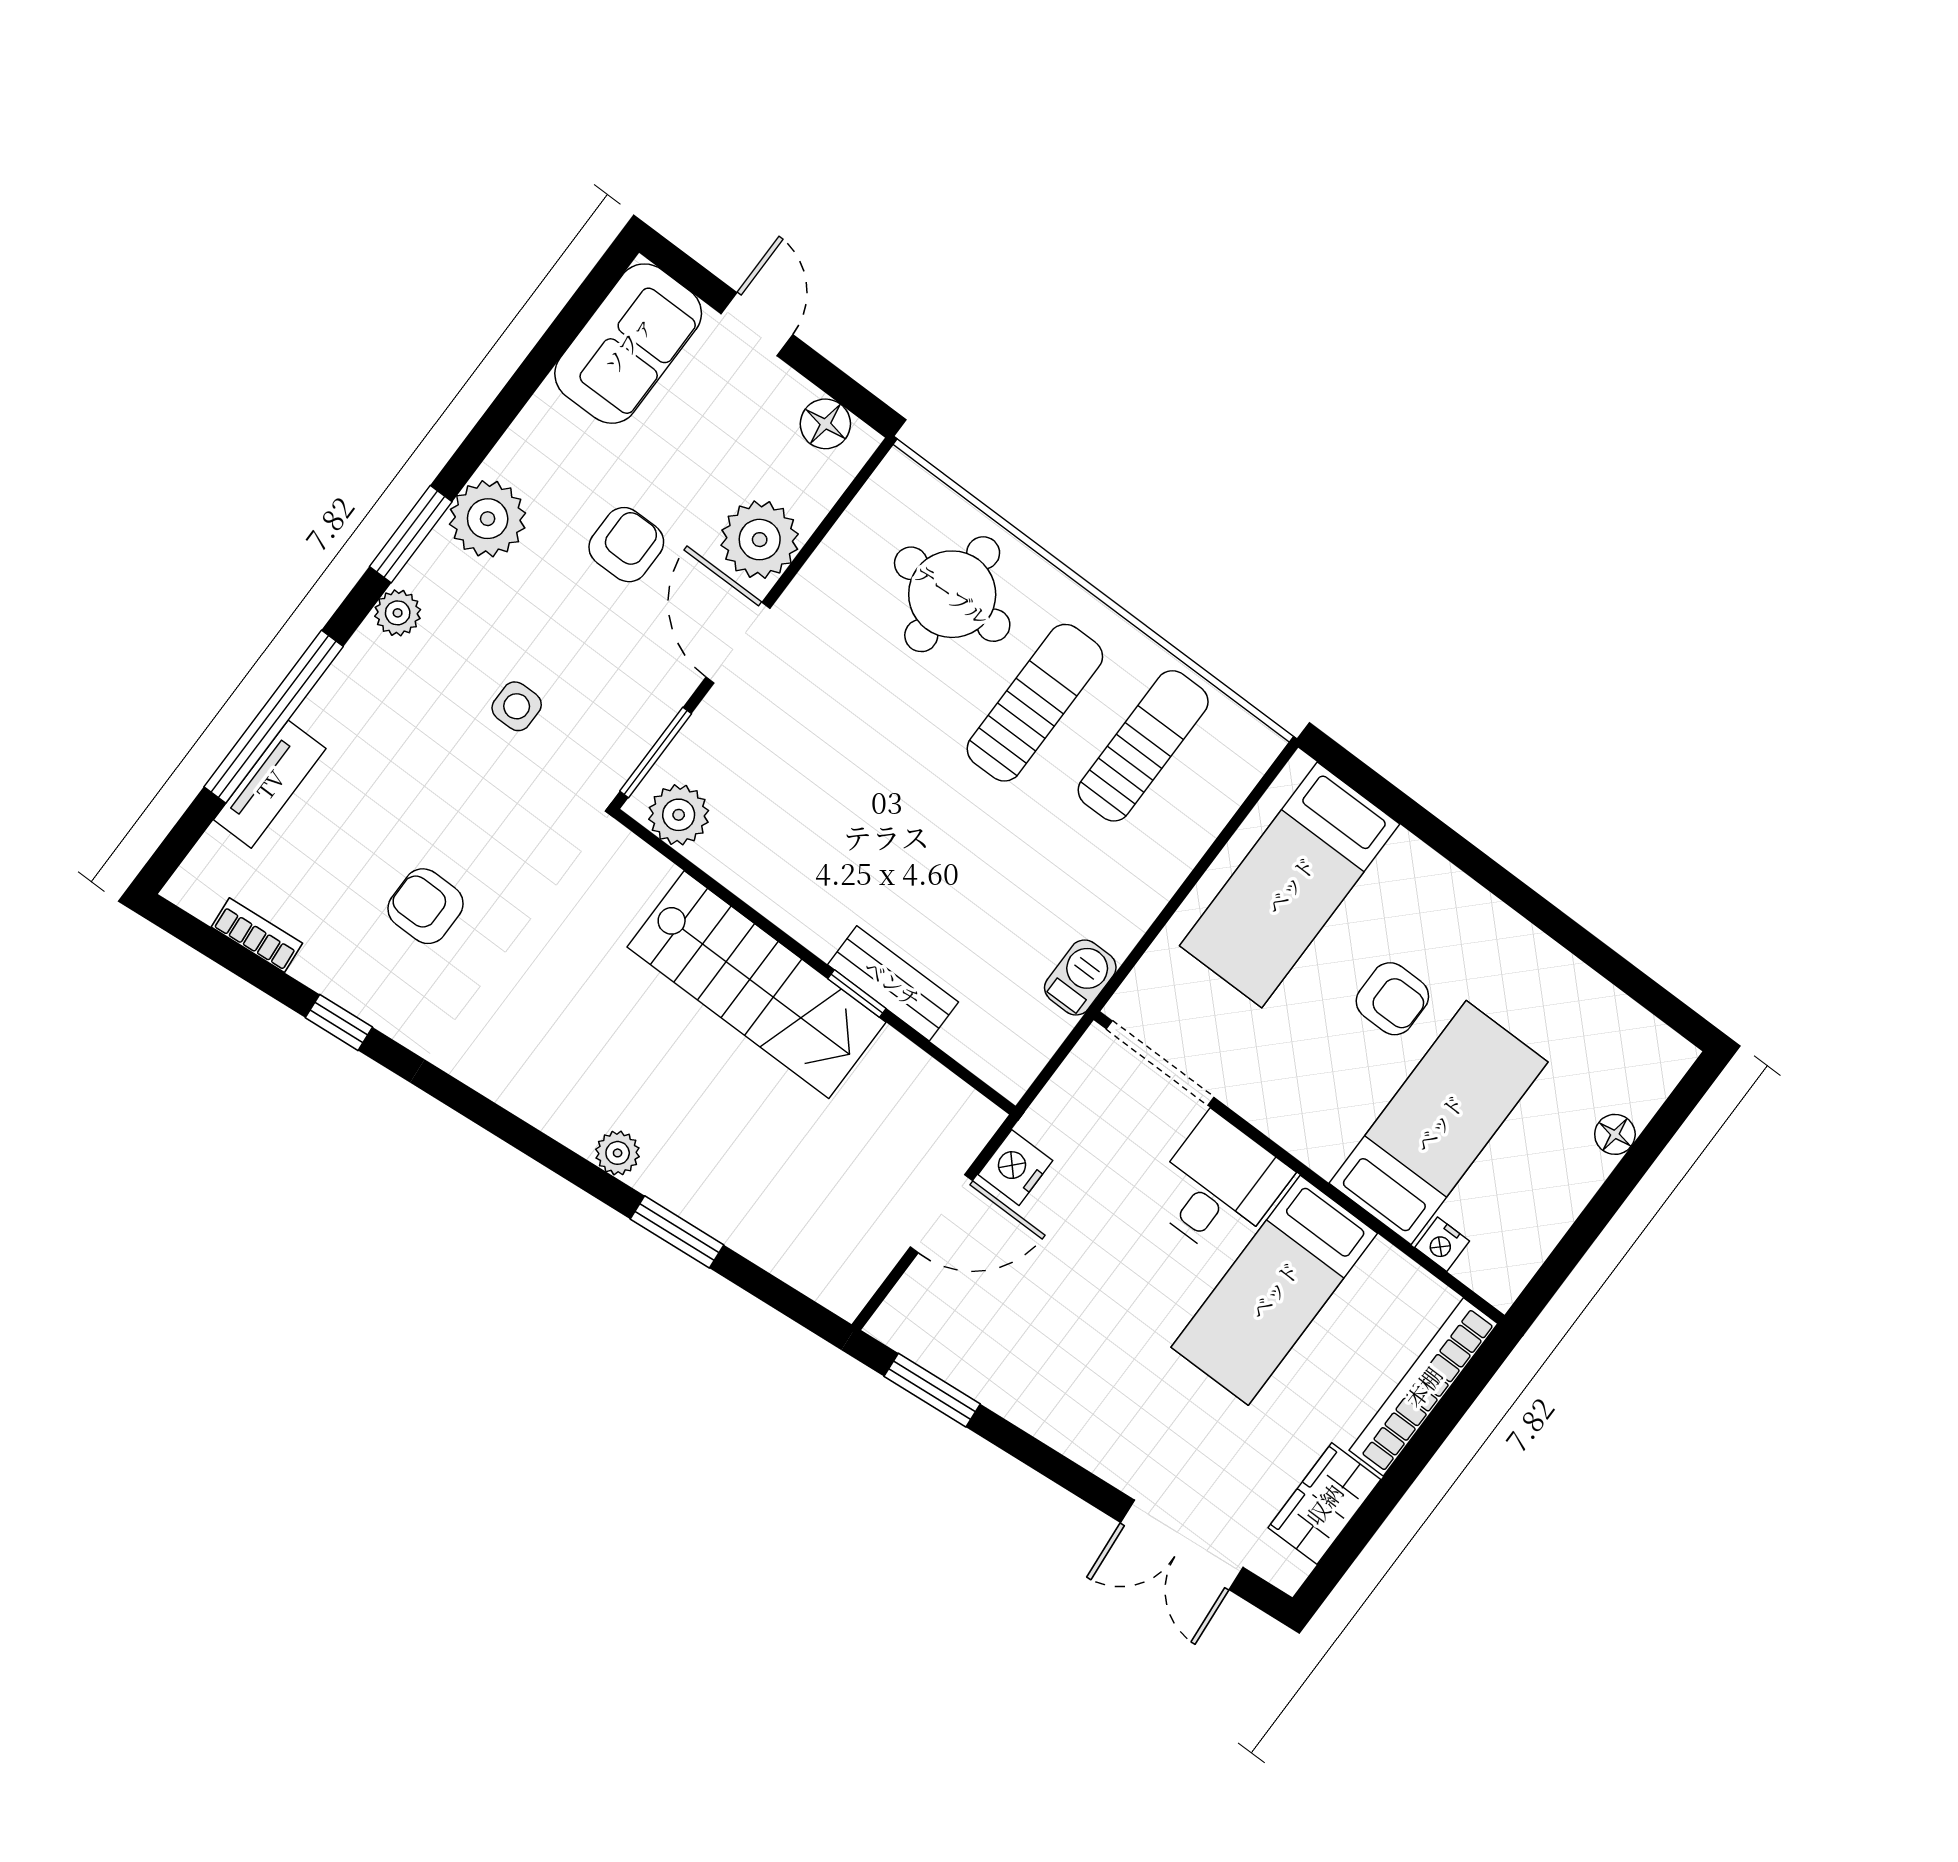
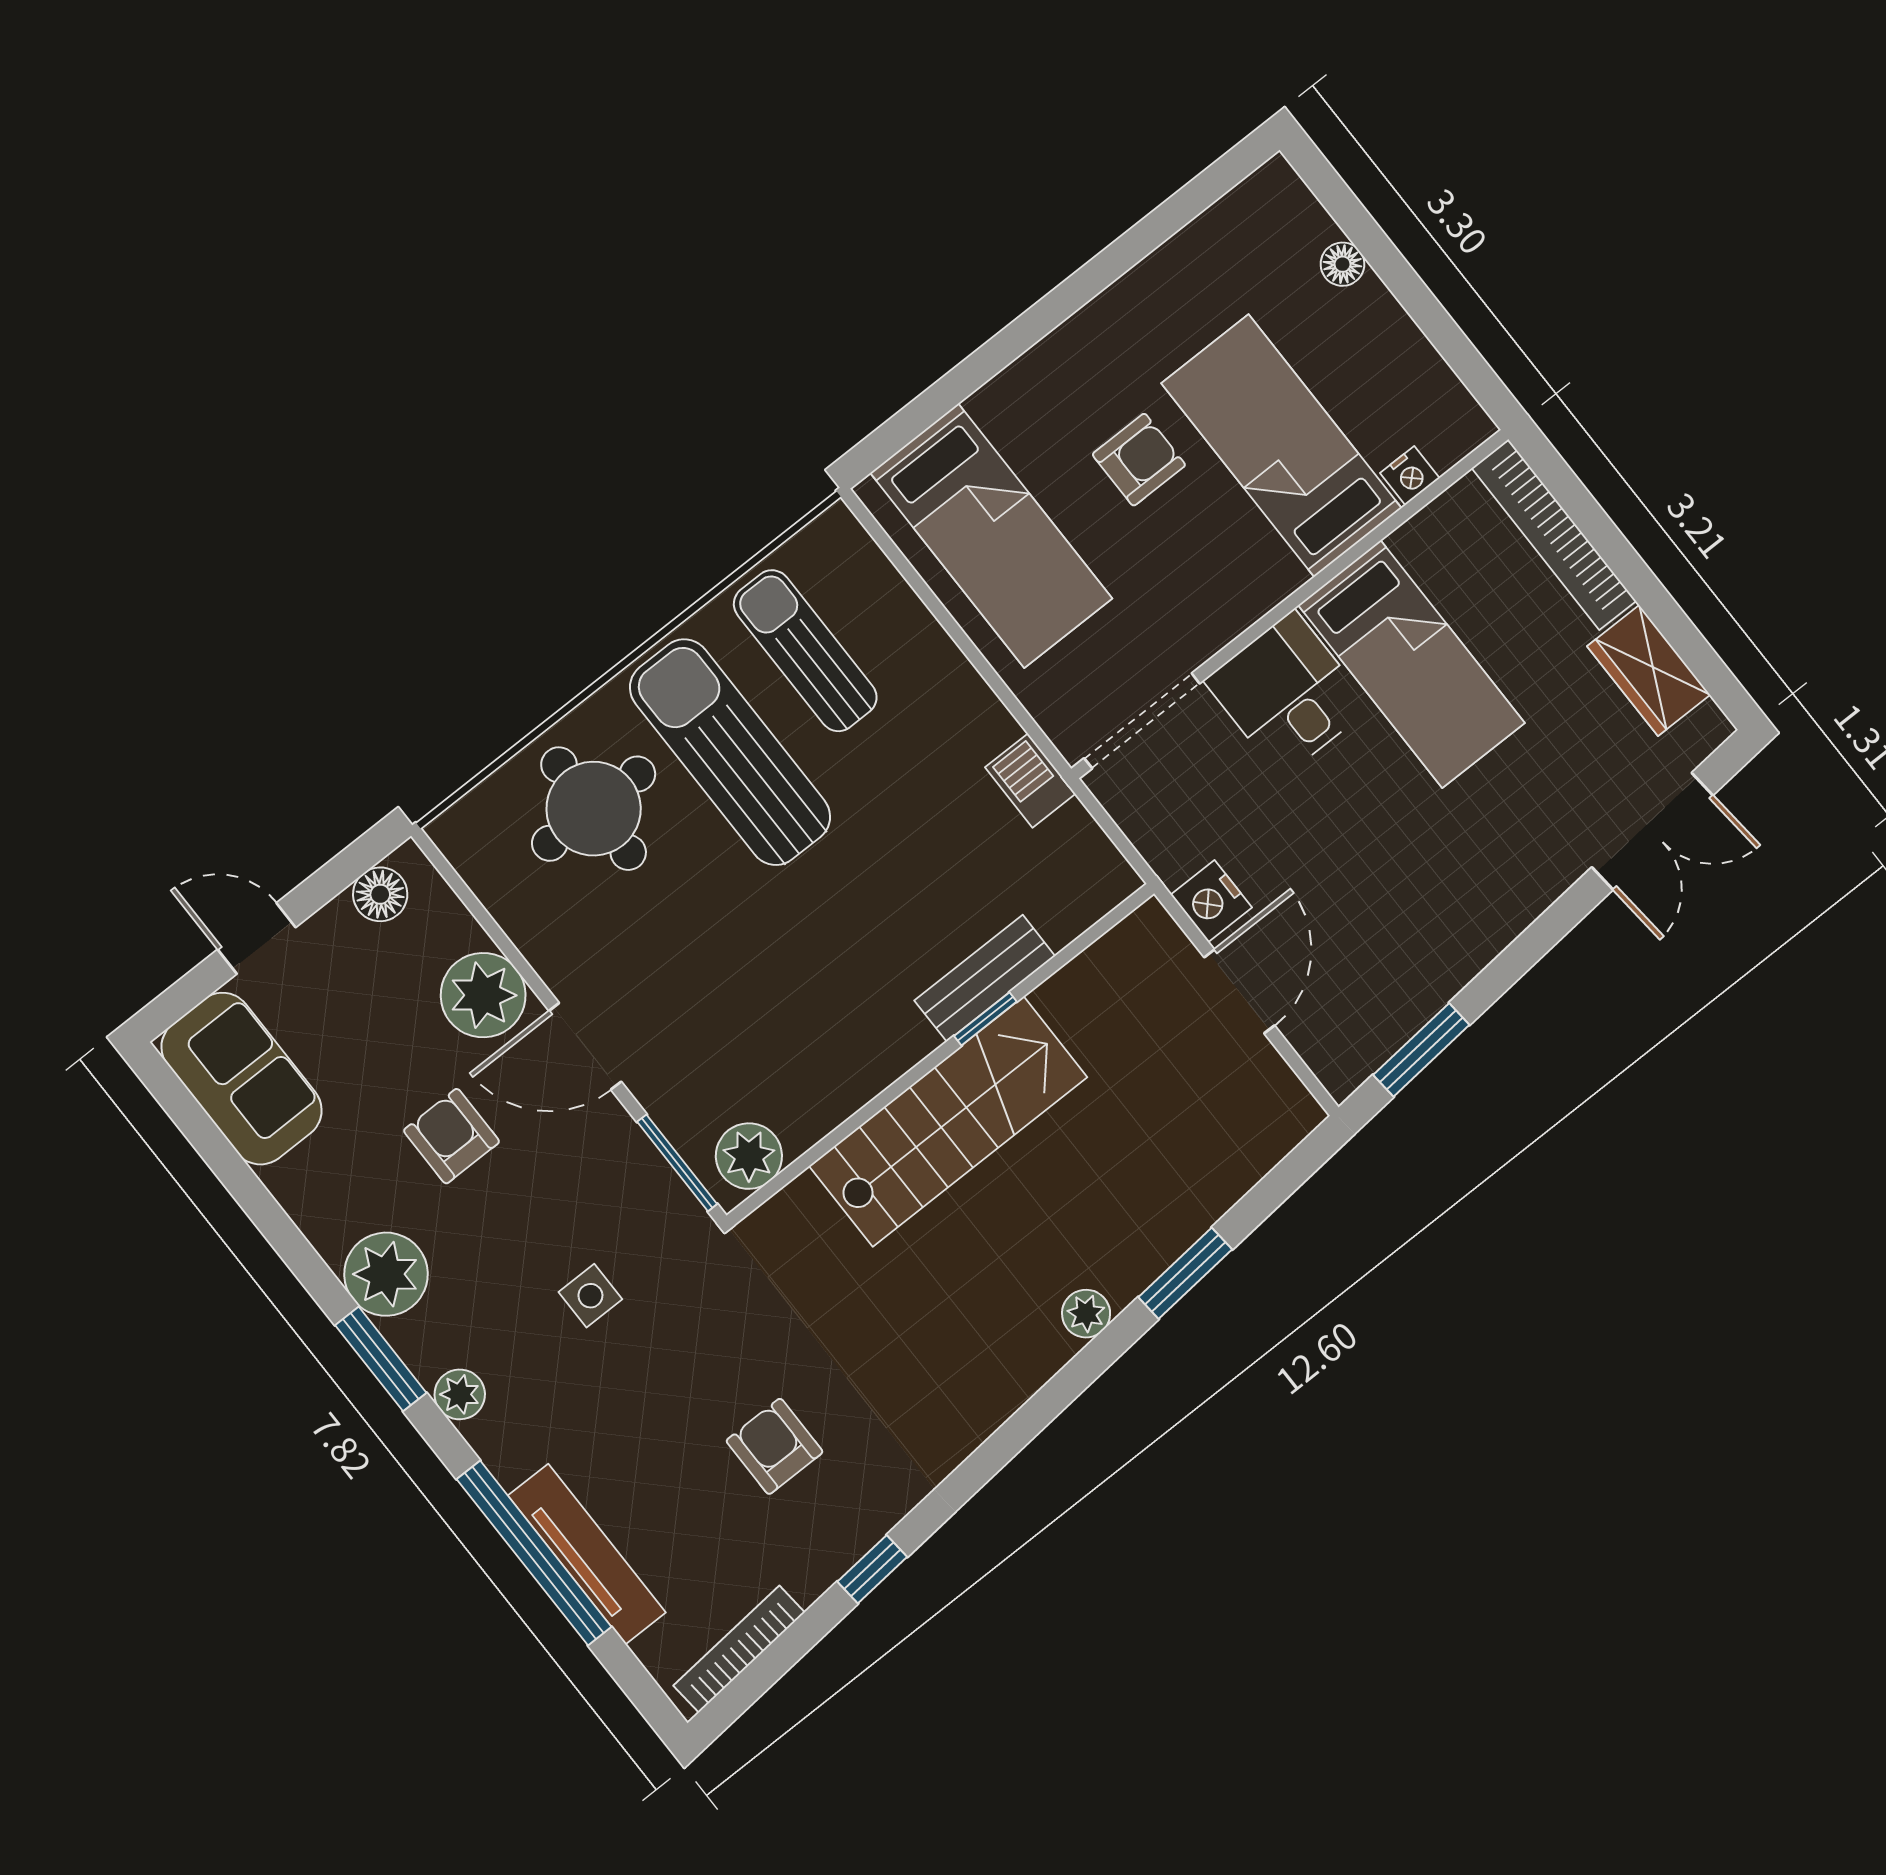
sun lounger: (1035, 703) -> (730, 752), width x1.36, depth x1.34
tv unit: (270, 784) -> (587, 1554), width x1.41
armchair: (425, 906) -> (774, 1446), turned 90
bookcase: (257, 935) -> (739, 1649), width x1.56

